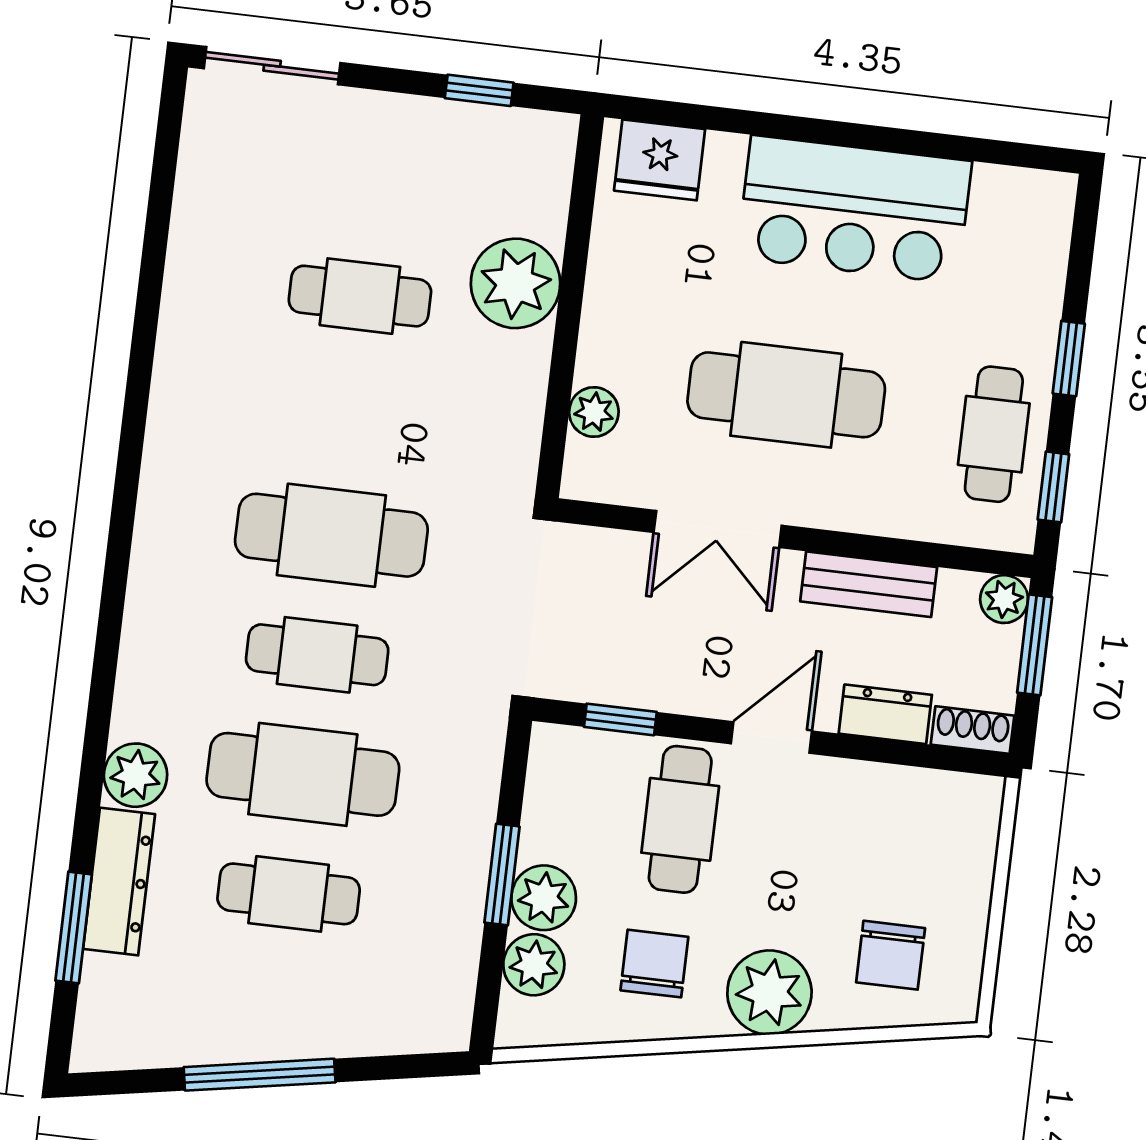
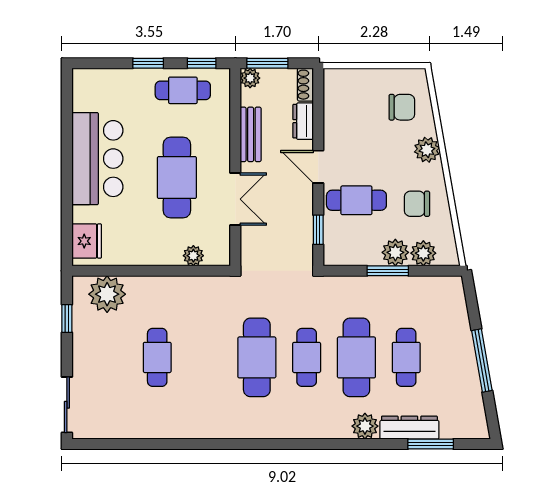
plant: (516, 283) -> (107, 294), moved
plant: (769, 993) -> (427, 150), width x0.73, depth x0.73

